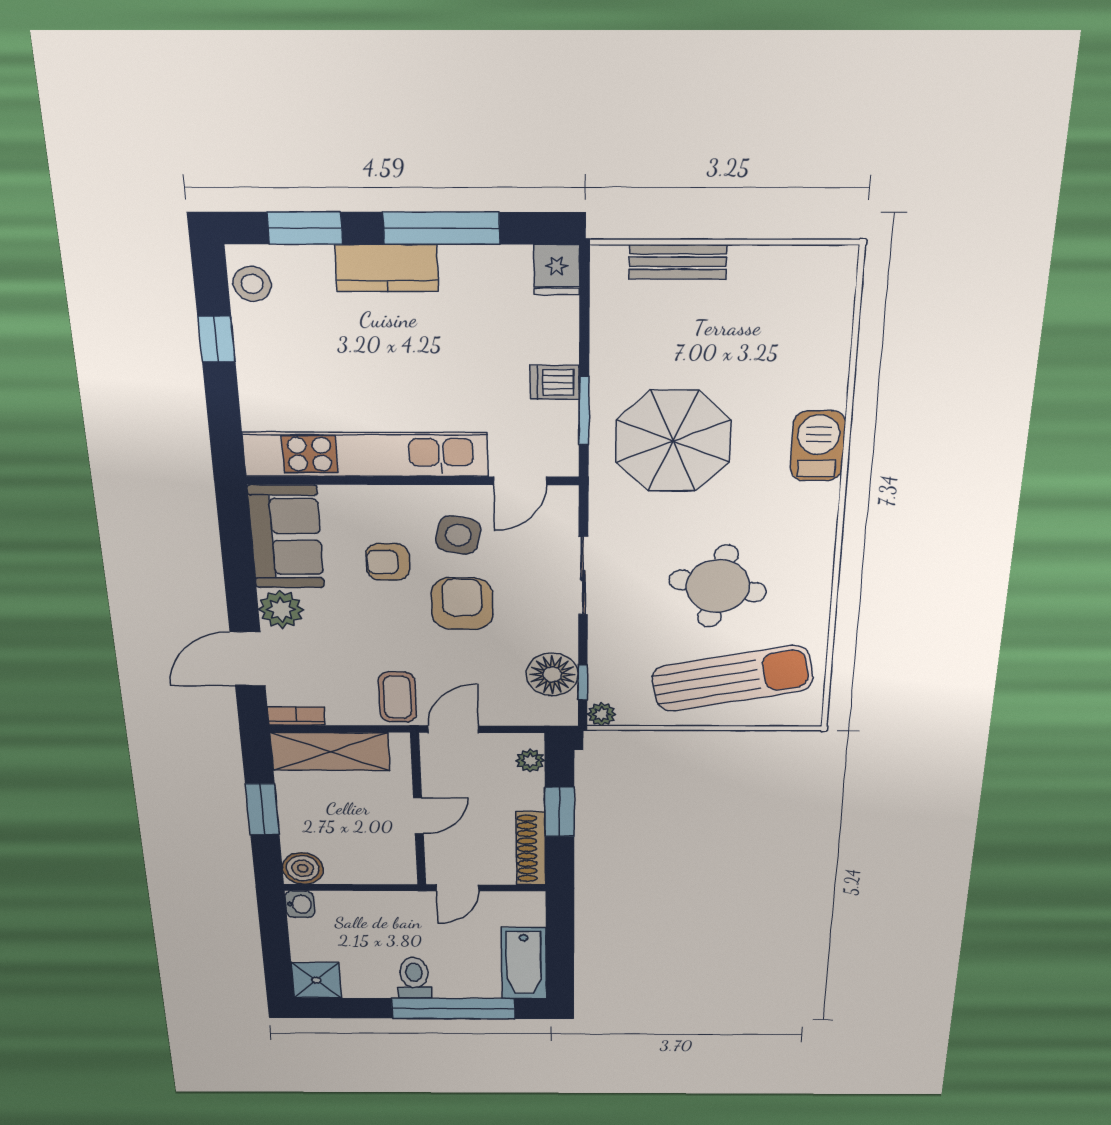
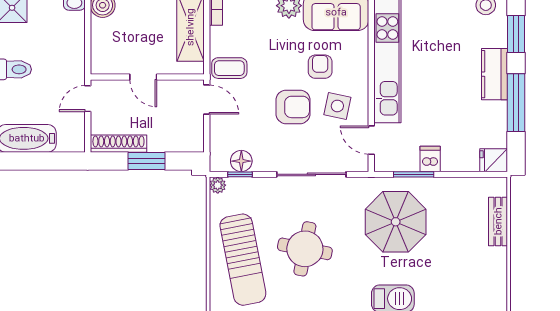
sliding door: (583, 576) -> (311, 174), width x1.37
floor lamp: (552, 675) -> (241, 161), width x0.73, depth x0.73
plant: (530, 760) -> (184, 144), removed
door: (458, 888) -> (88, 99), hinge flipped

